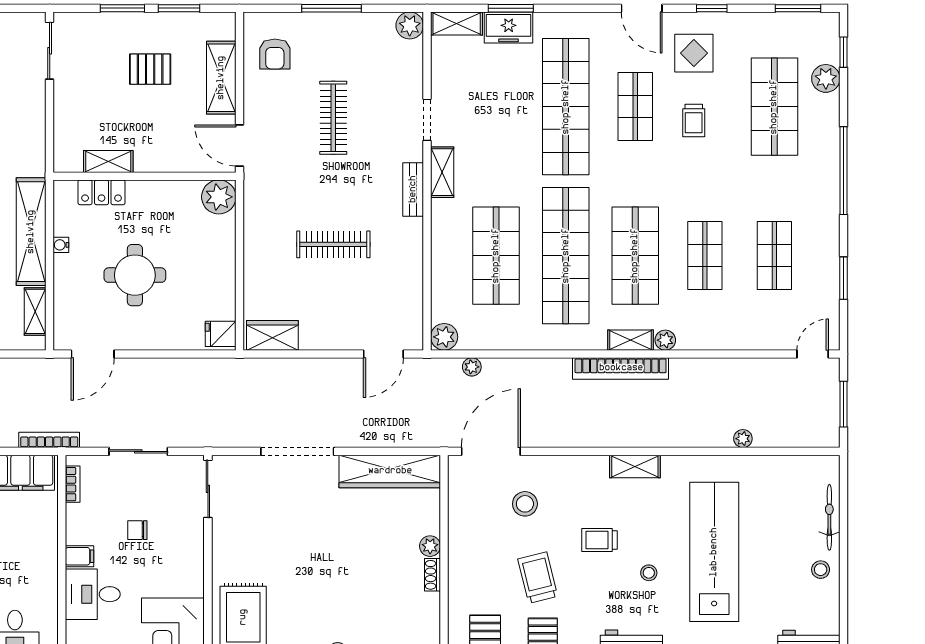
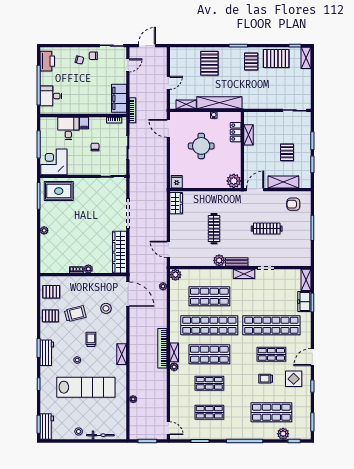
plant: (410, 25) -> (219, 260), moved

